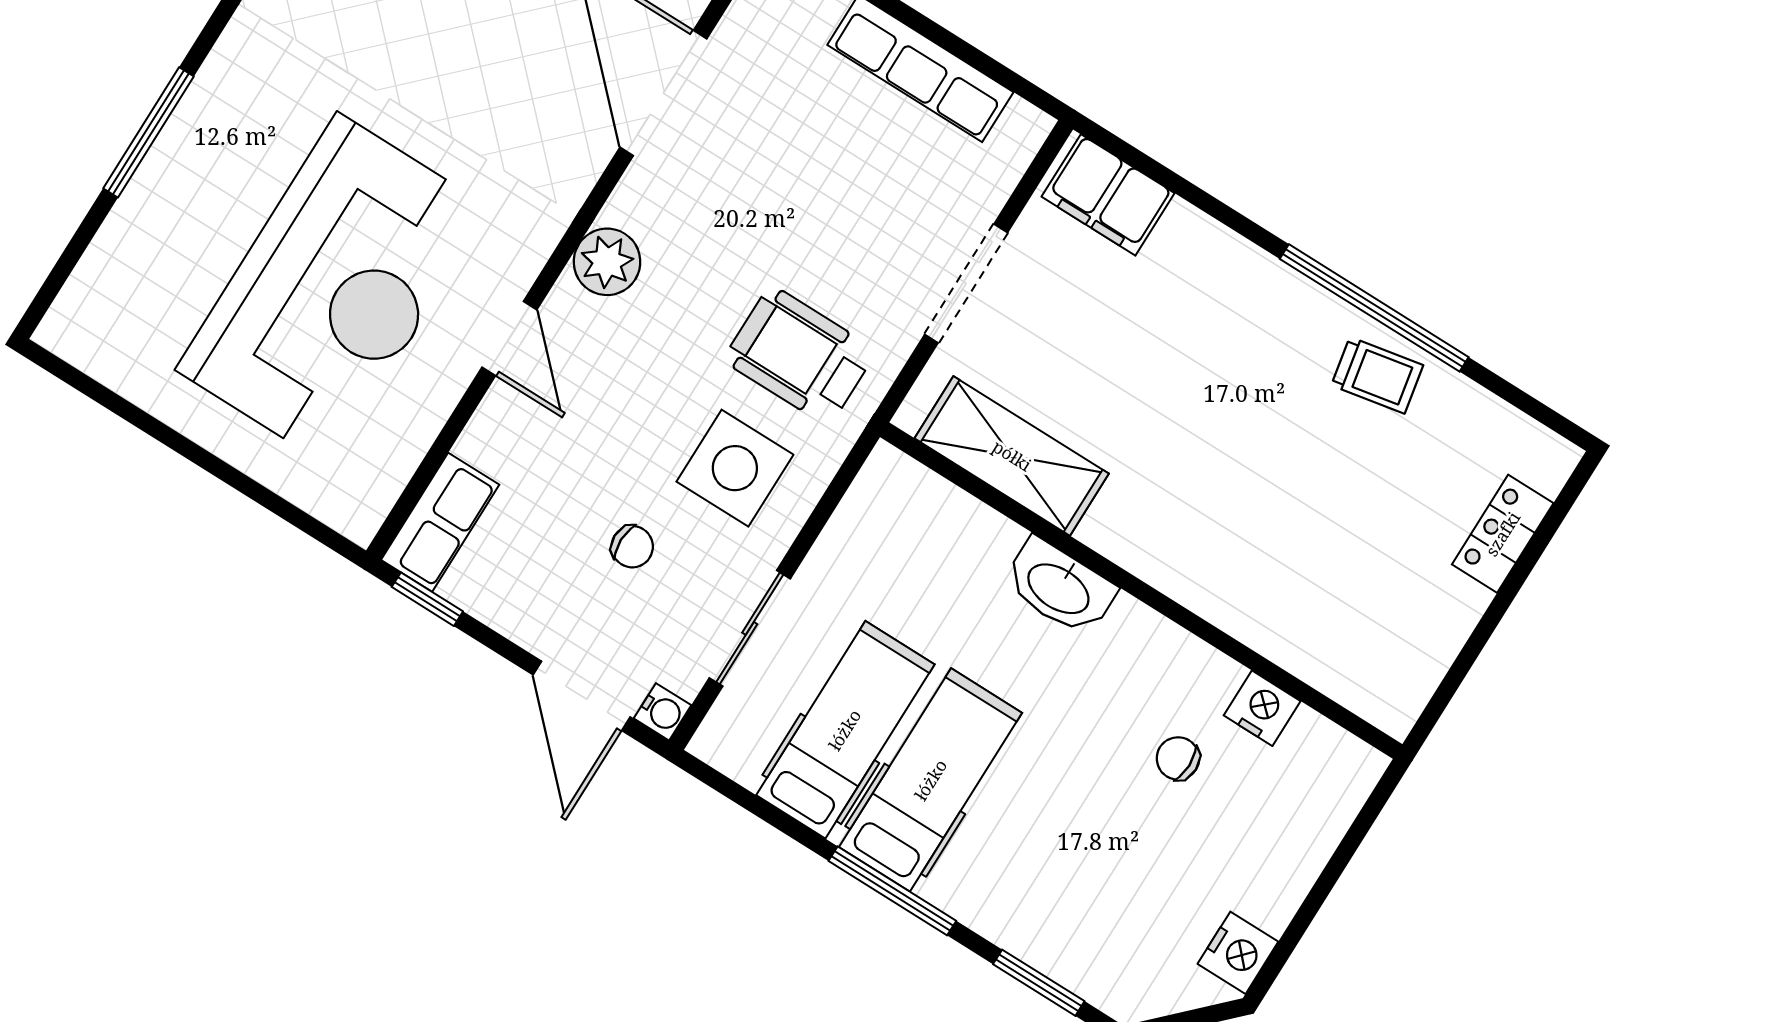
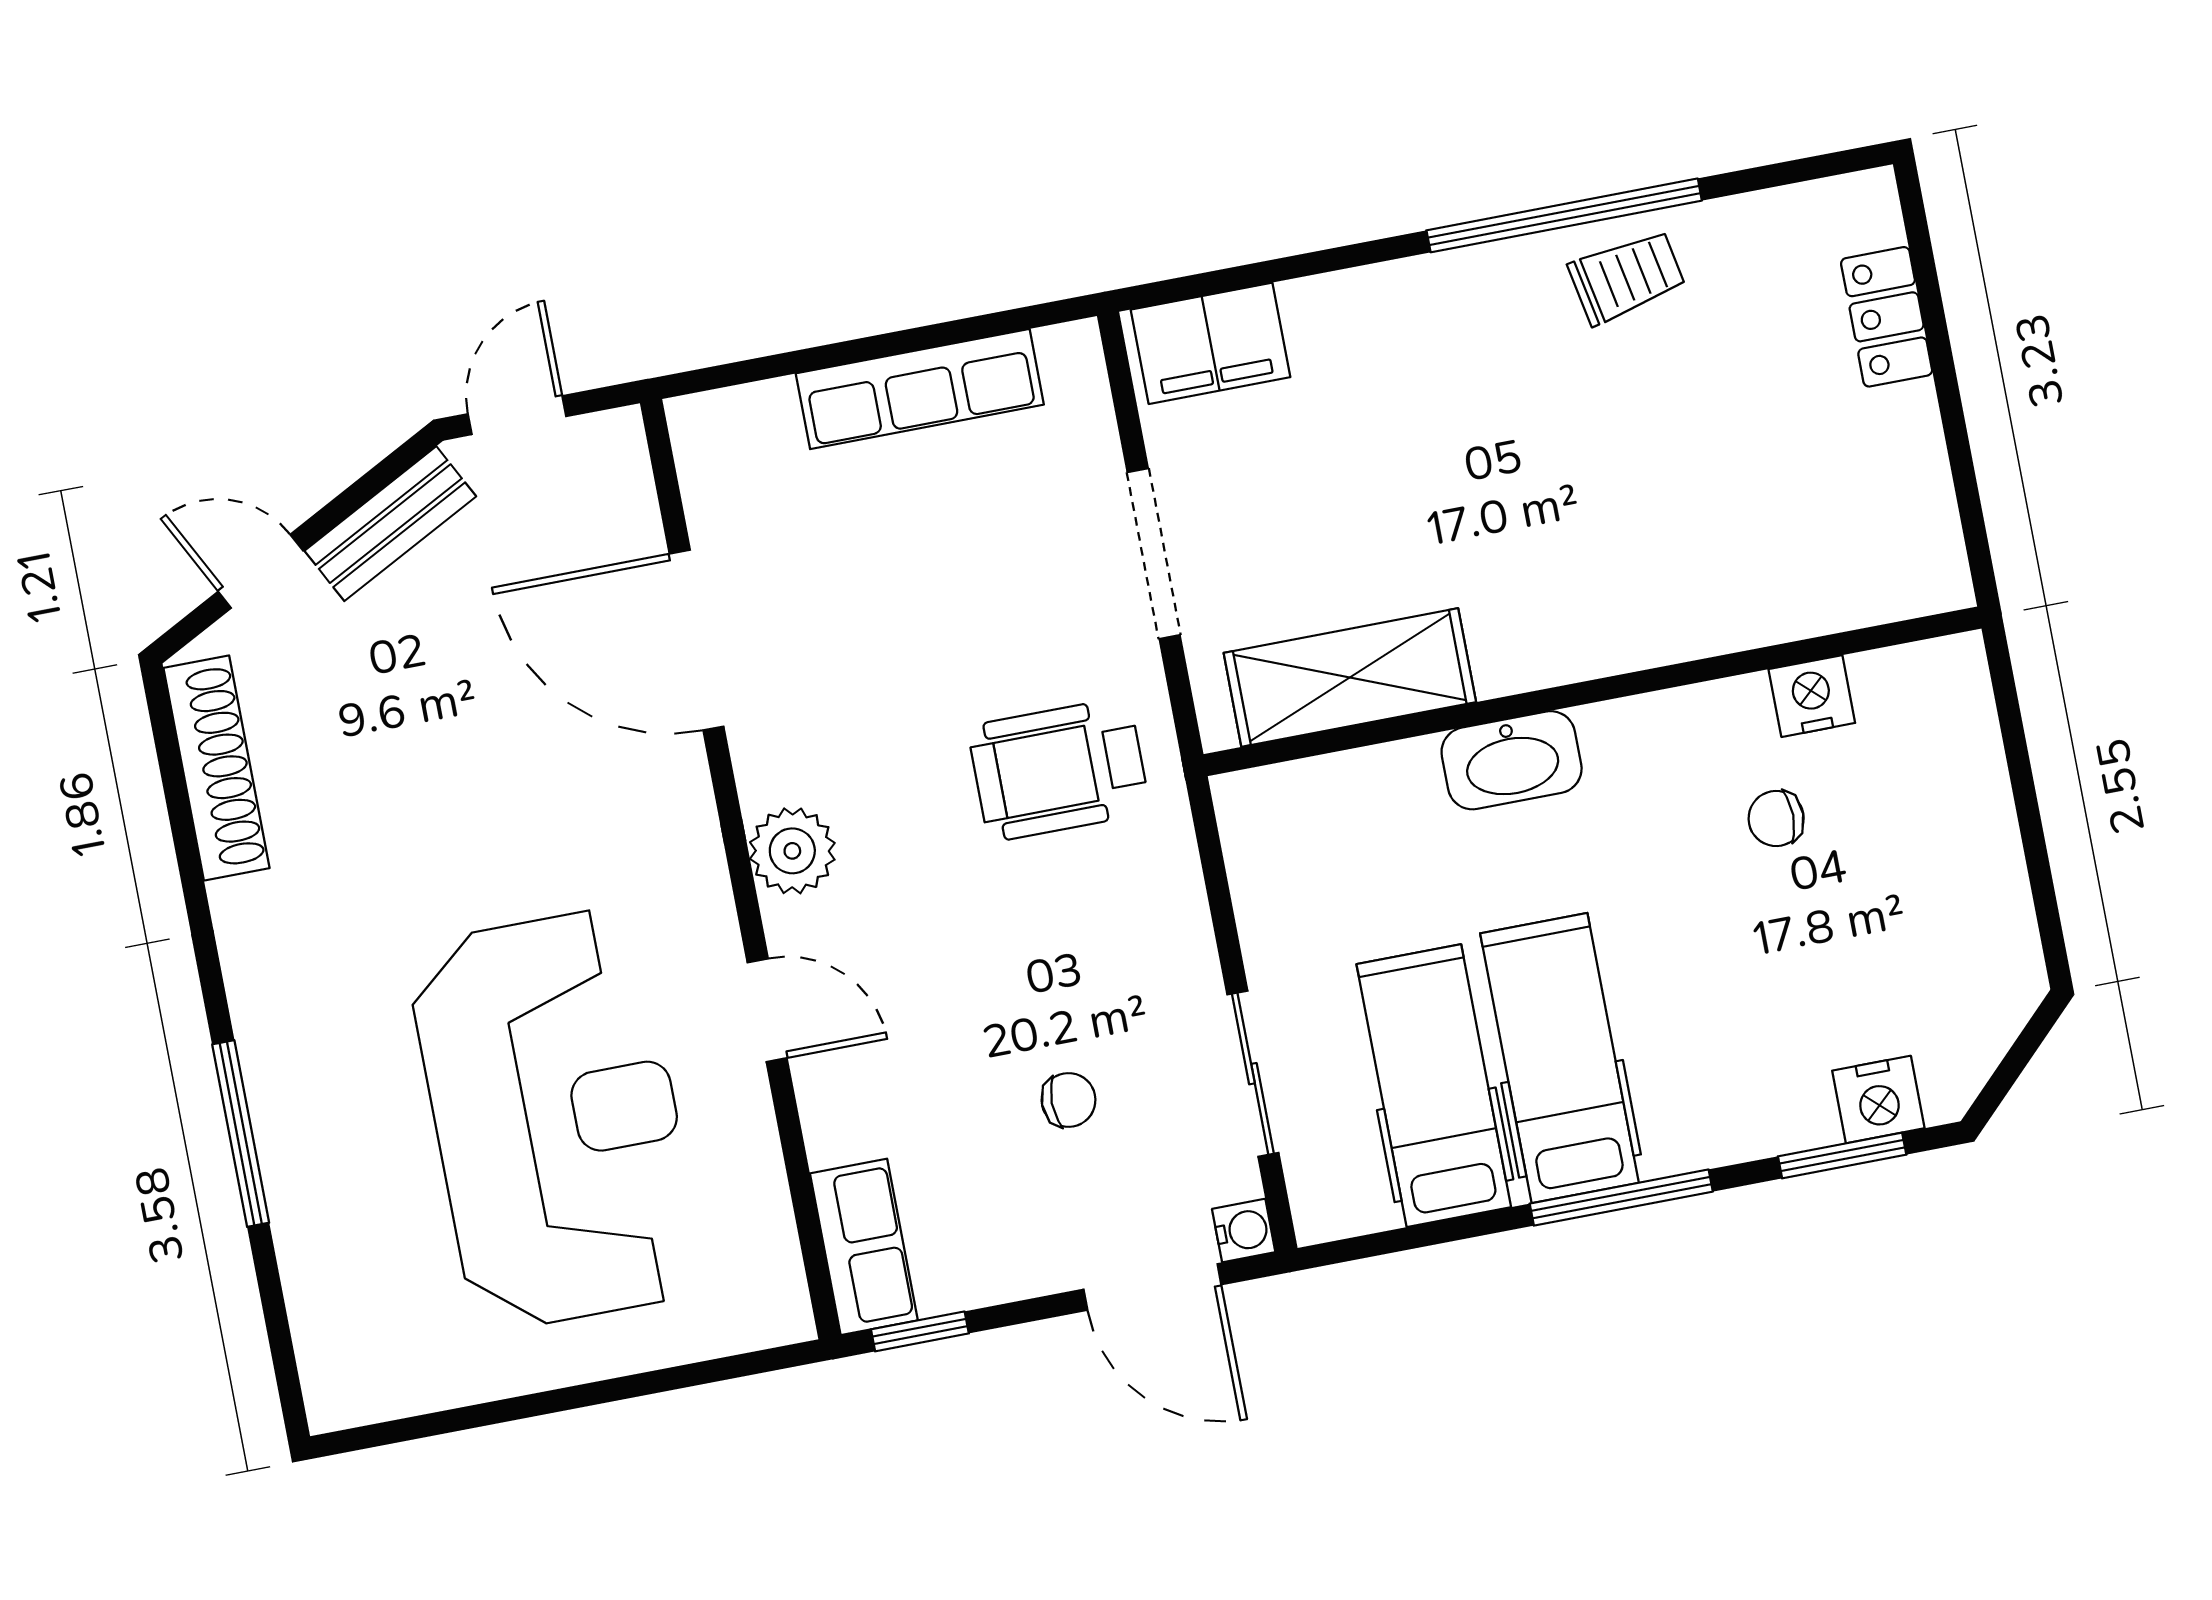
side table: (735, 468) -> (1097, 934), removed
nightstand: (1238, 953) -> (1878, 1099), moved, turned 90

